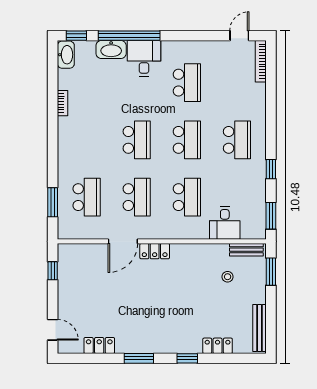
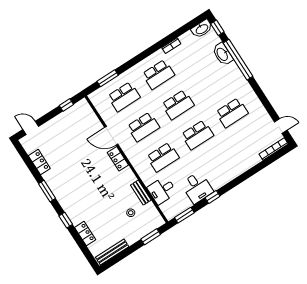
desk: (144, 58) -> (197, 188), moved, turned 90
school desk: (237, 140) -> (158, 74), moved
bench: (246, 250) -> (141, 193), moved
door: (53, 330) -> (31, 128), swing flipped

